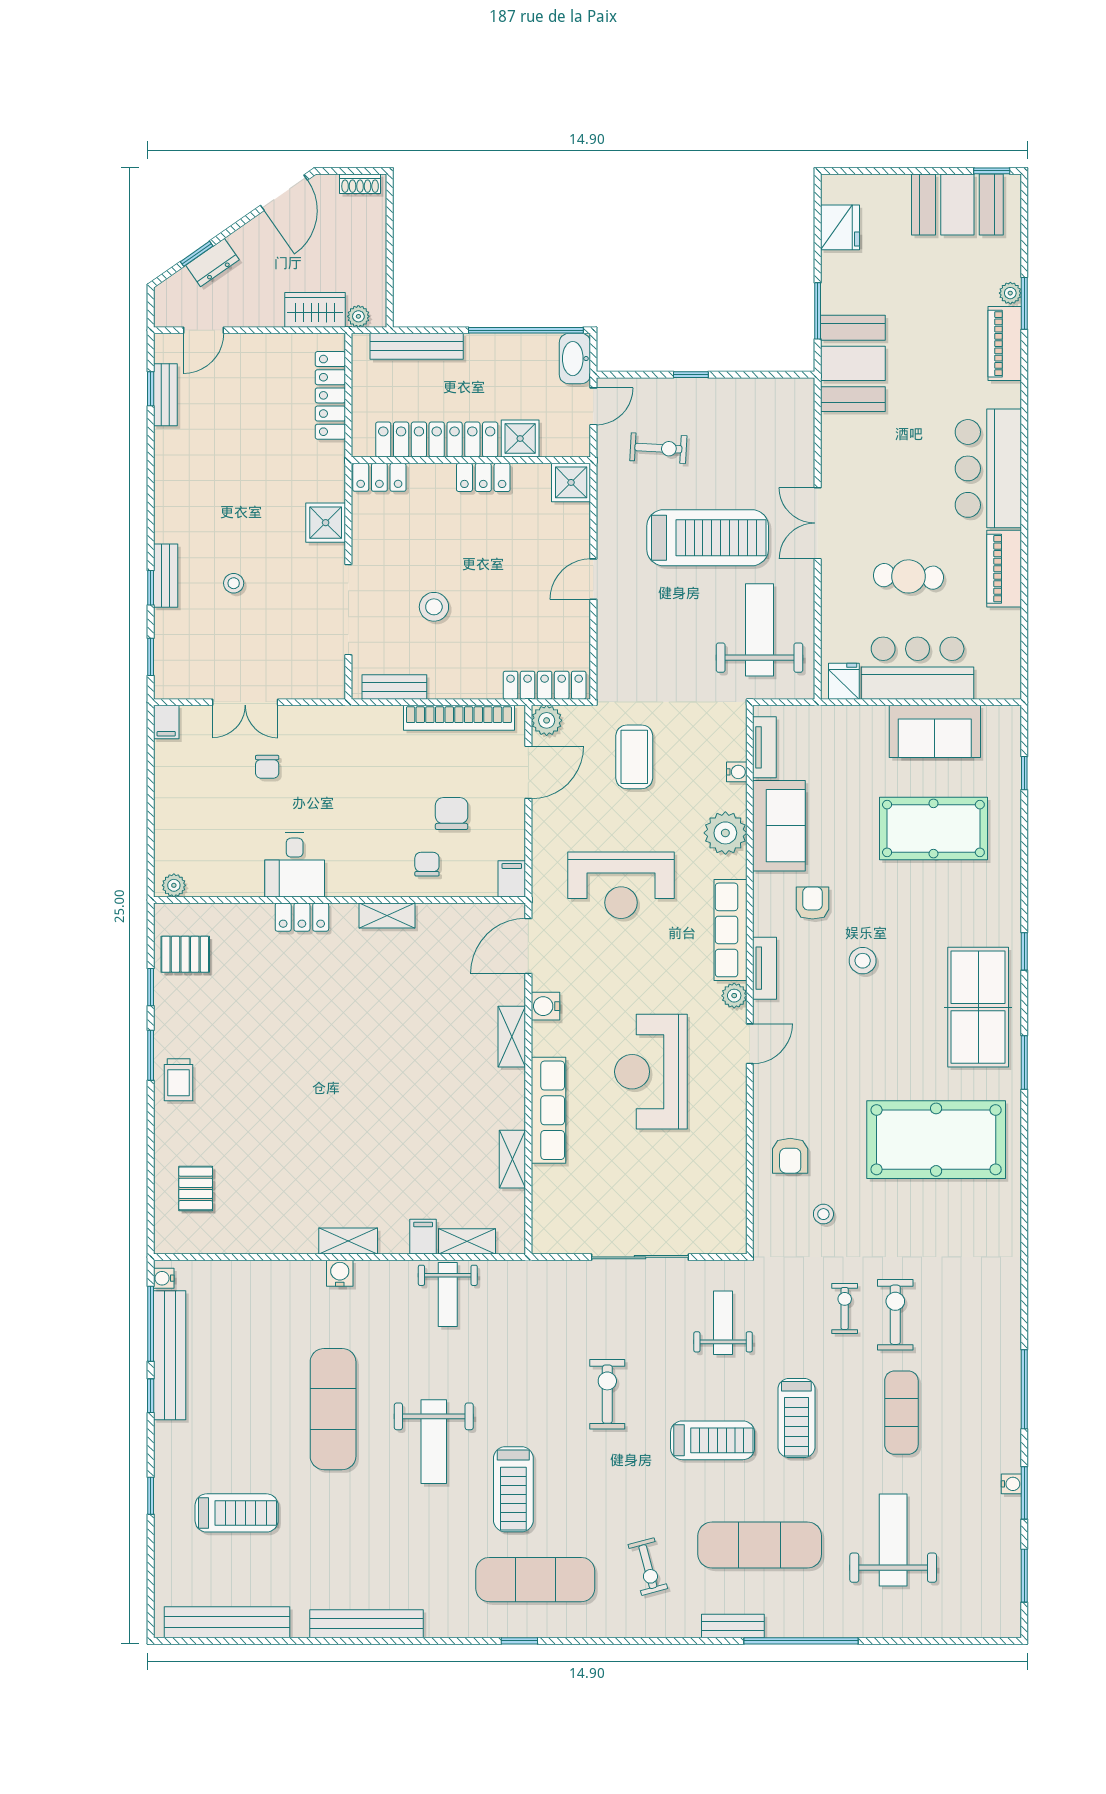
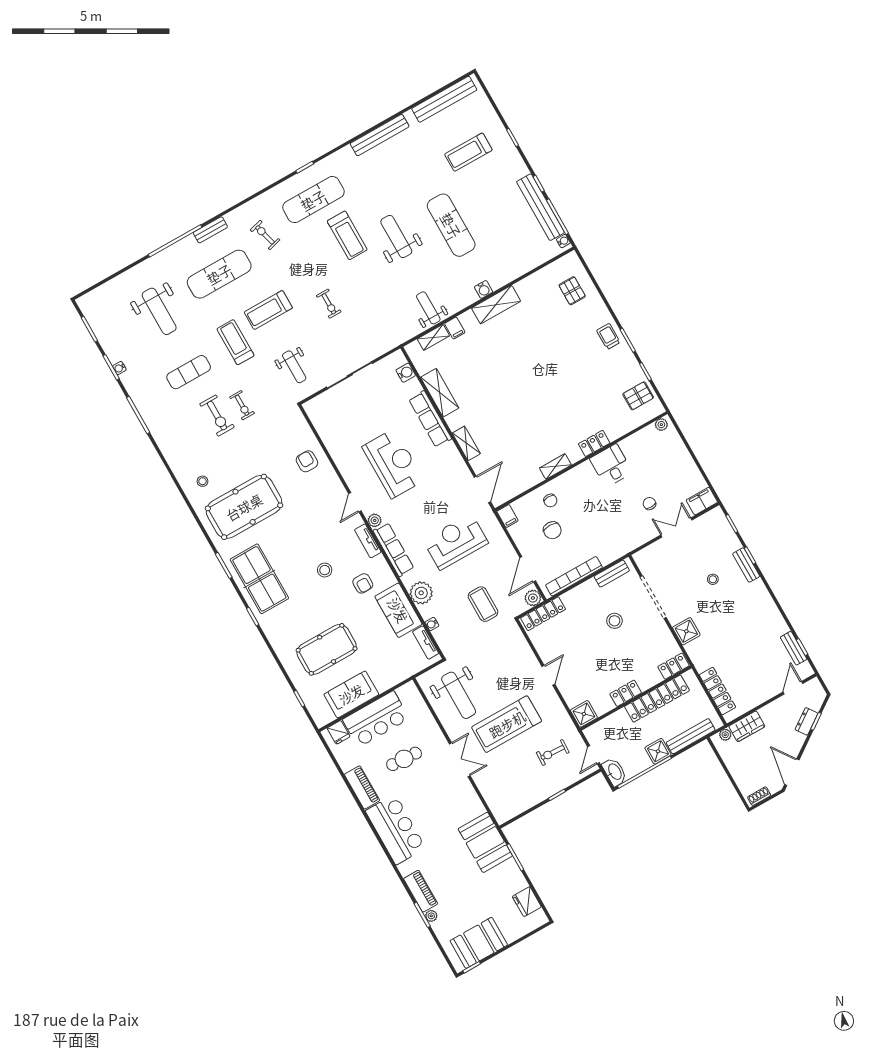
shower: (520, 439) -> (658, 751), moved
fridge: (844, 681) -> (339, 732), moved
filing cabinet: (166, 722) -> (702, 501), width x2.00
water cooler: (545, 1006) -> (406, 373), moved
shelving: (512, 1159) -> (440, 393), width x1.50, depth x1.33
stool: (823, 1214) -> (202, 481), moved
shelving: (348, 1241) -> (496, 305), width x1.50, depth x1.33
exercise bike: (607, 1394) -> (329, 304), width x0.73, depth x0.72
exercise mat: (901, 1413) -> (189, 372), turned 90
treadmill: (513, 1489) -> (347, 235), turned 180

